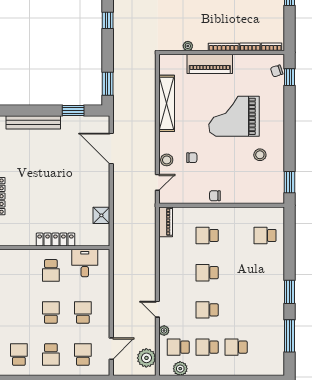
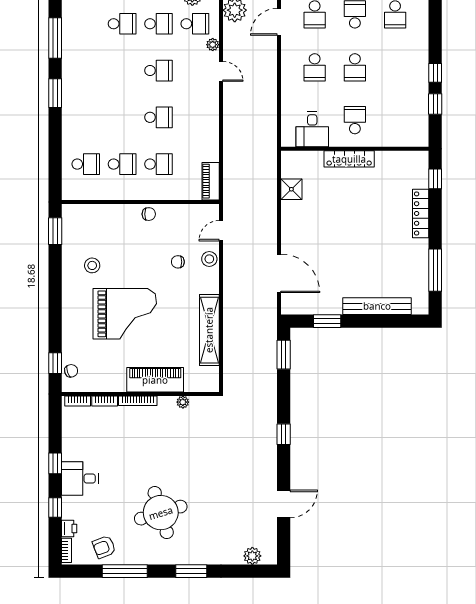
school desk: (236, 235) -> (122, 164), added

